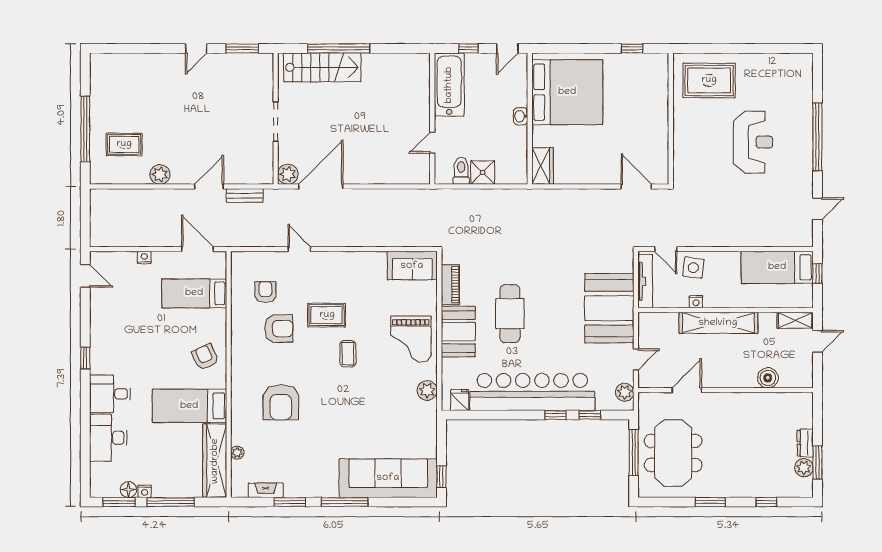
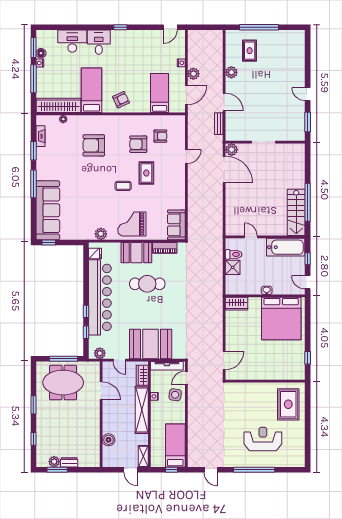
window: (339, 48) -> (308, 202), moved
stairs: (322, 67) -> (296, 212), moved
reception desk: (753, 142) -> (263, 439), moved, turned 180
plant: (162, 237) -> (193, 74), added
wardrobe: (661, 322) -> (142, 375), added
armchair: (279, 328) -> (138, 144), turned 90

